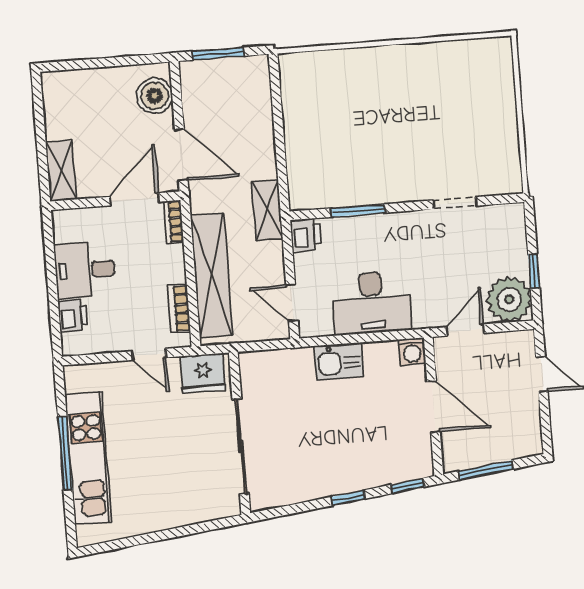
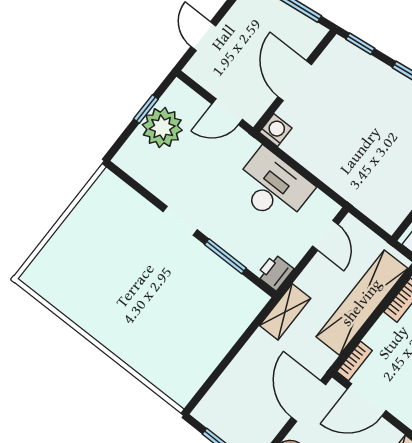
doorway: (455, 203) -> (180, 221), moved
plant: (509, 299) -> (162, 128), moved
kitchen sink: (339, 361) -> (330, 168), removed

